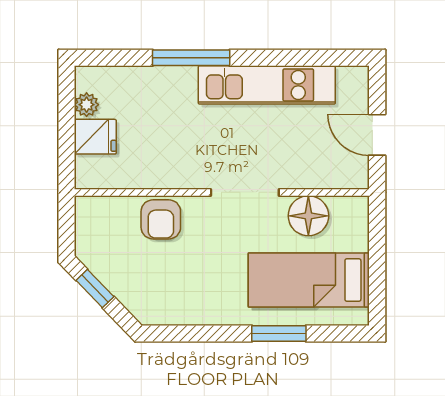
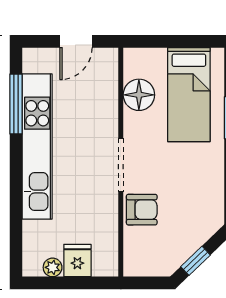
window: (191, 58) -> (16, 104), moved
kitchen unit: (267, 85) -> (37, 147), width x1.36
doorway: (245, 192) -> (121, 165), moved

